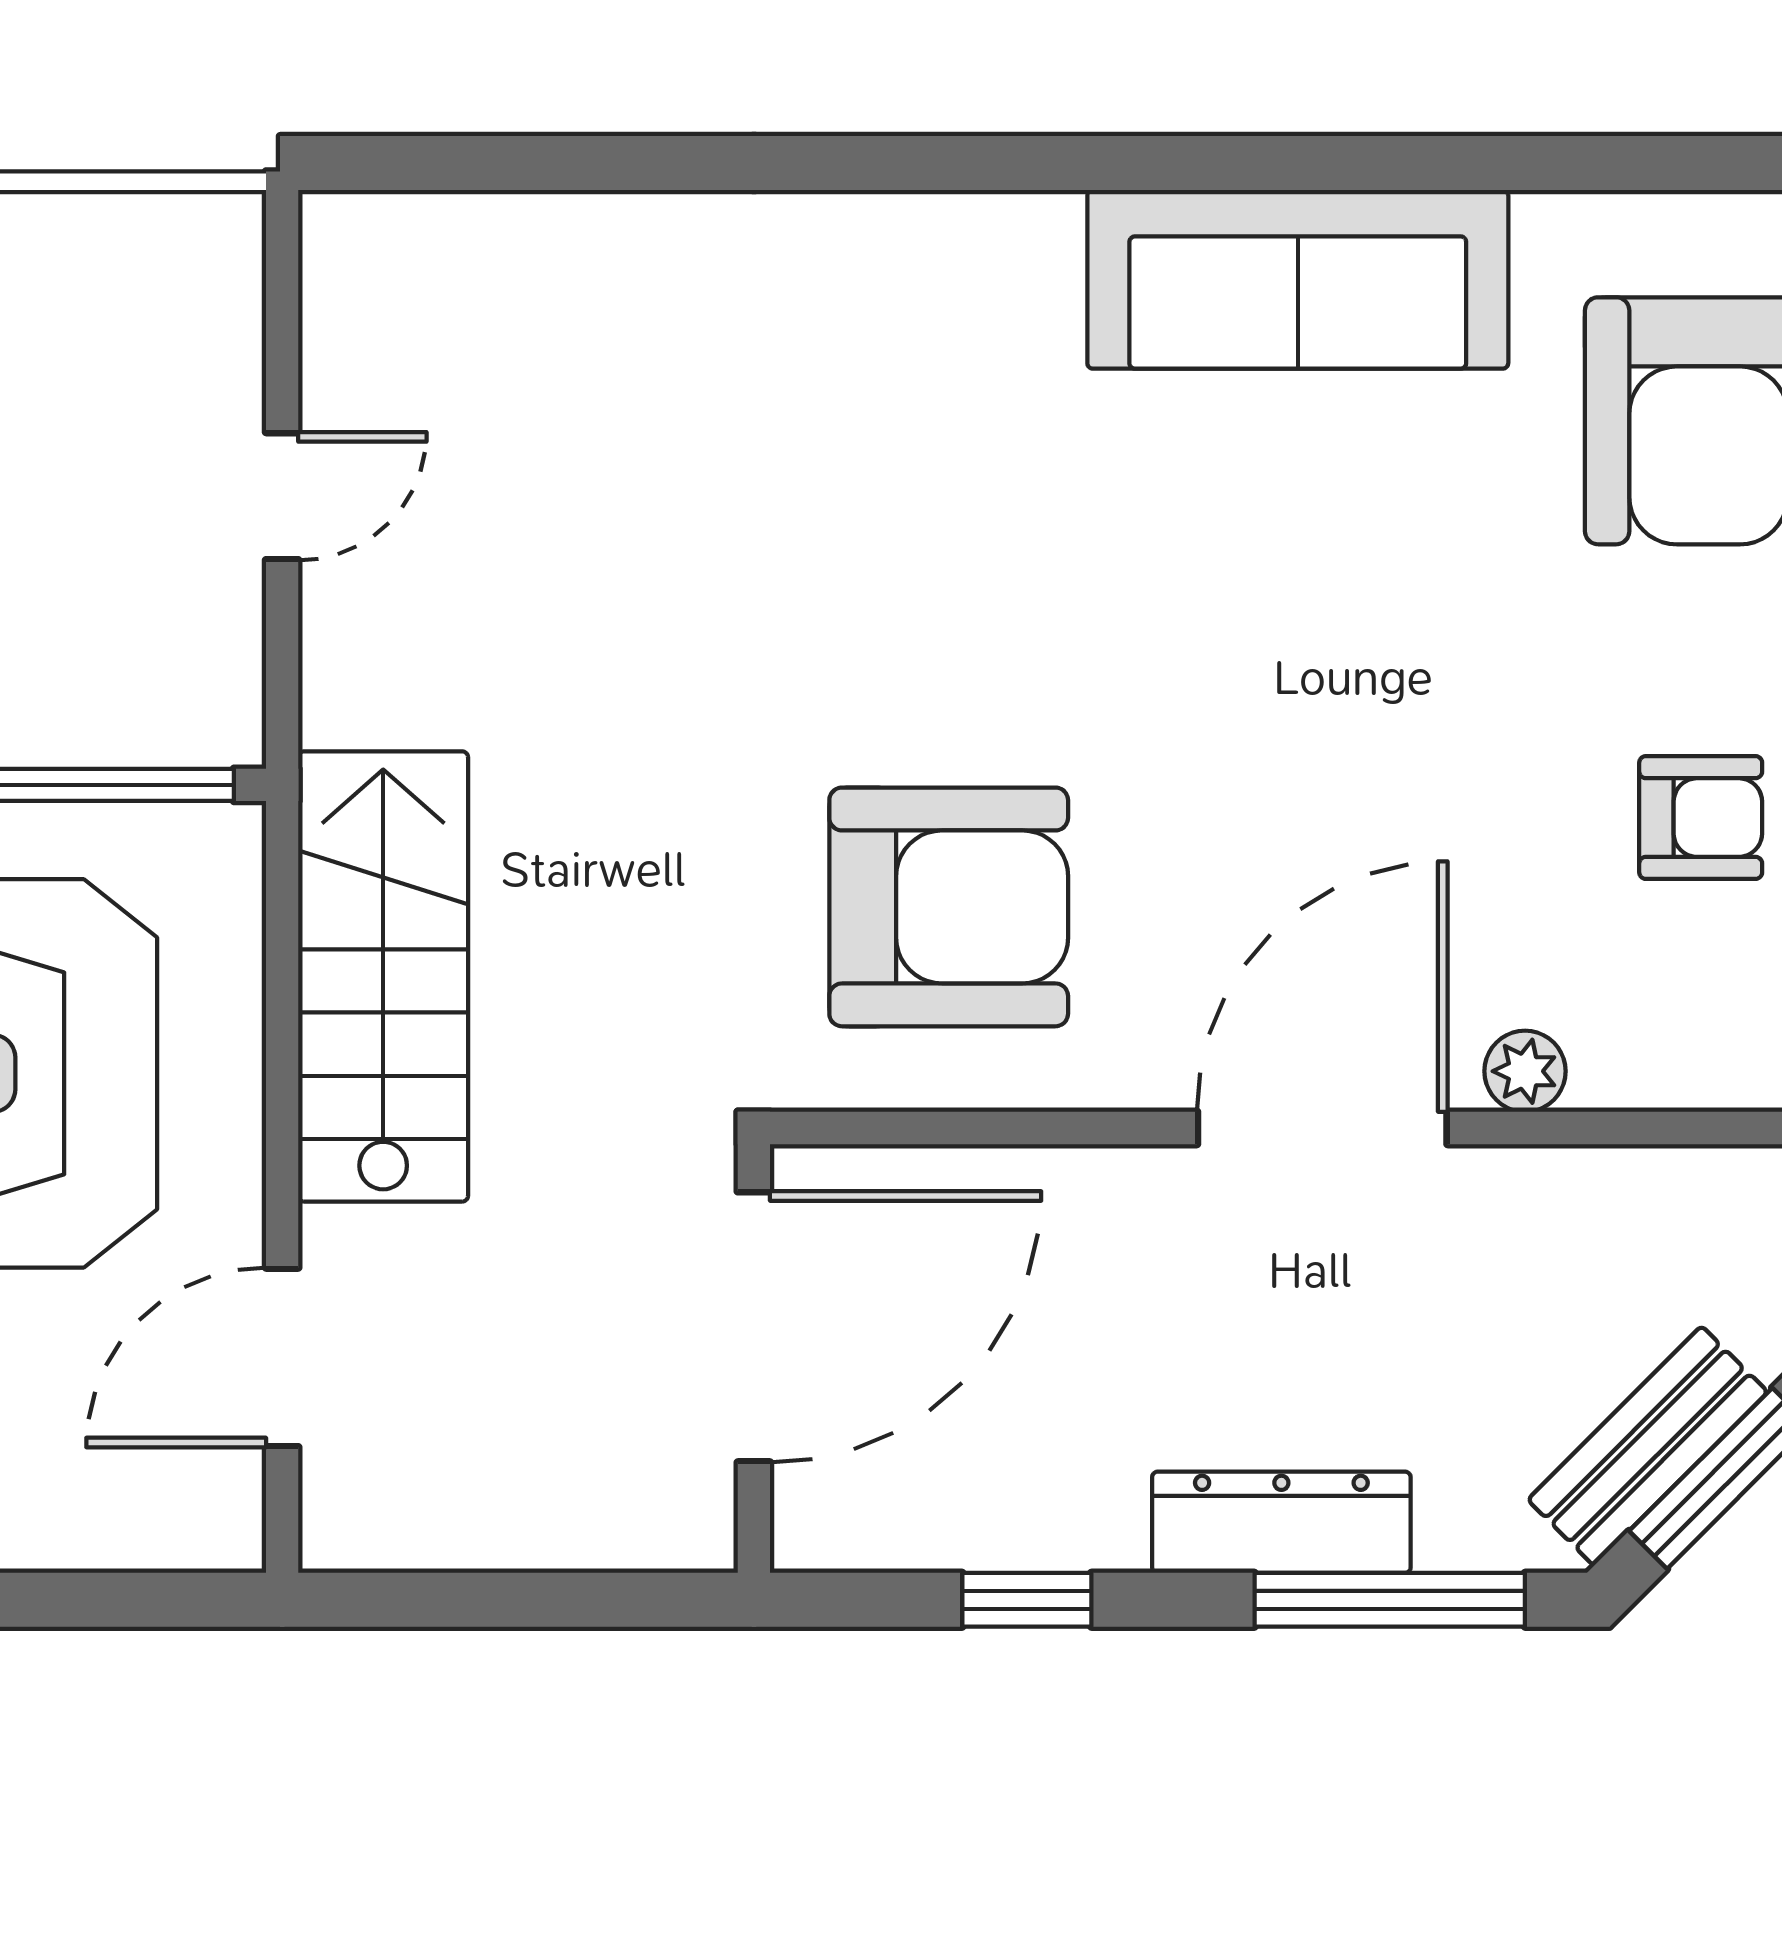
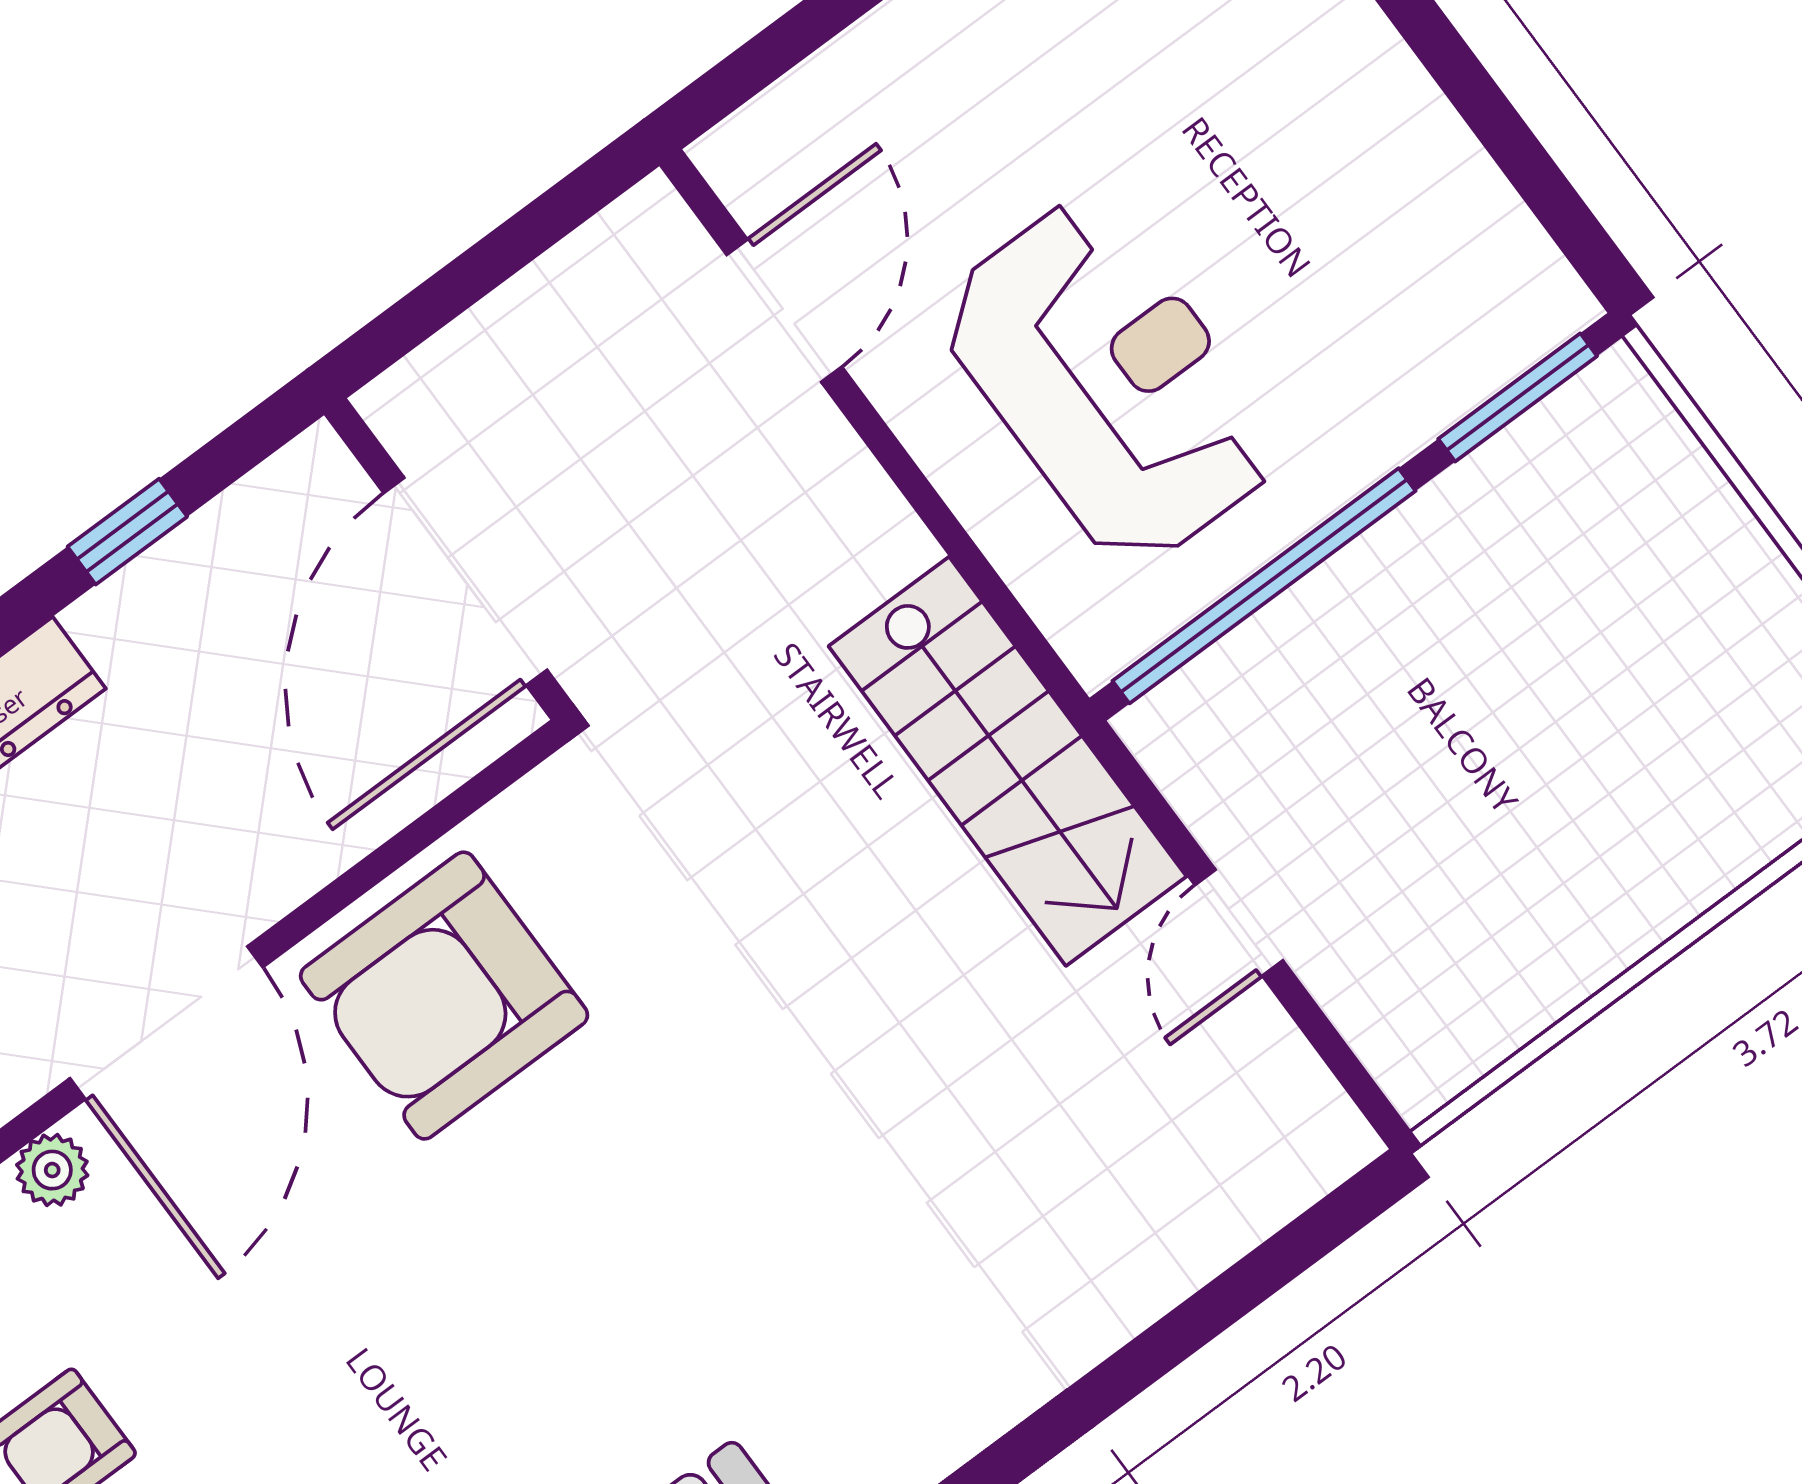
armchair: (949, 907) -> (444, 996), moved
stairs: (383, 976) -> (1008, 761), moved

